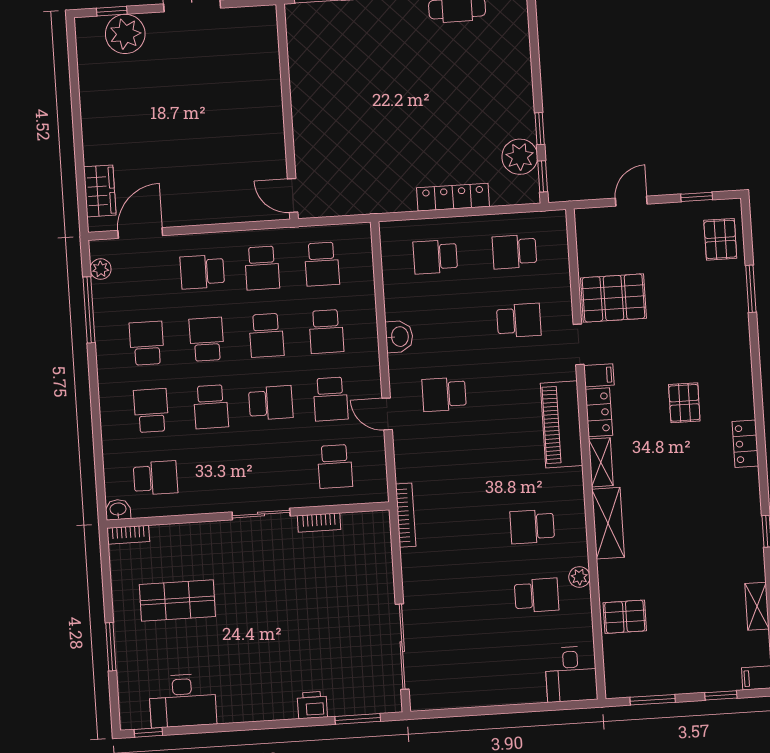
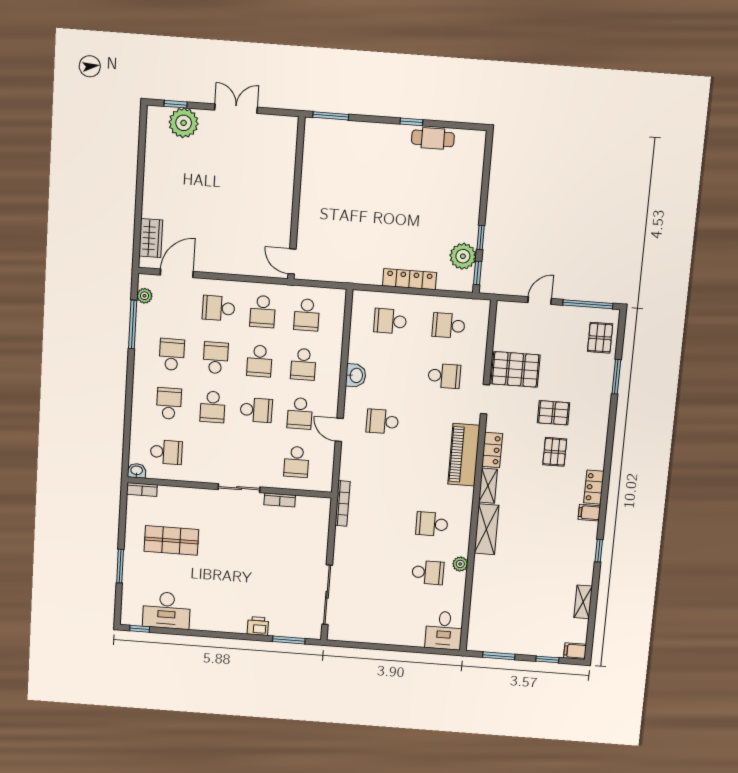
window: (697, 197) -> (588, 304), width x2.17
filing cabinet: (599, 375) -> (589, 513), moved, turned 180
pallet: (625, 617) -> (554, 413), moved

